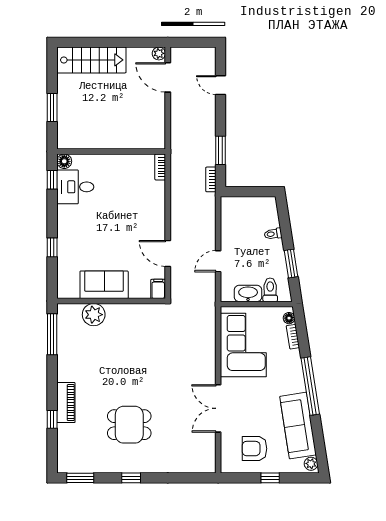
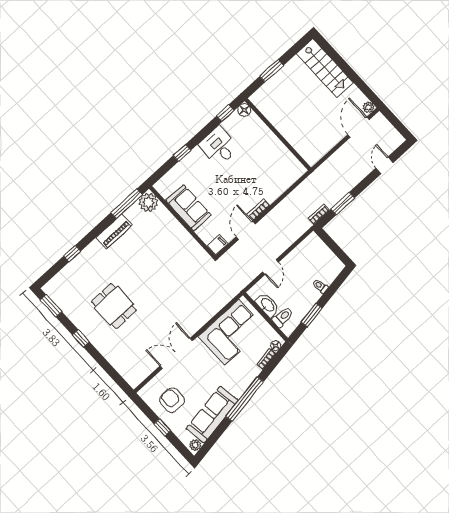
bookcase: (160, 167) -> (259, 210), moved
desk: (75, 187) -> (219, 146), moved
door: (218, 261) -> (270, 267), swing flipped
plant: (94, 315) -> (148, 202), moved
piano: (66, 403) -> (114, 231), moved

